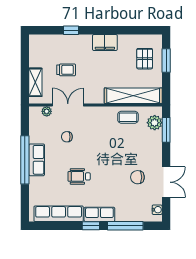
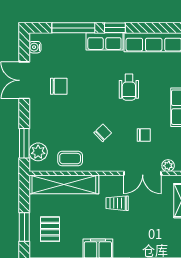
trolley: (66, 70) -> (117, 203), moved
chair: (101, 139) -> (103, 133), added
wheelchair: (79, 176) -> (129, 87), turned 90

